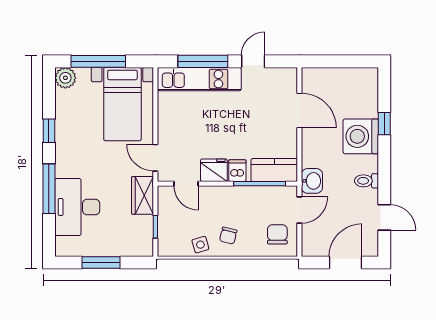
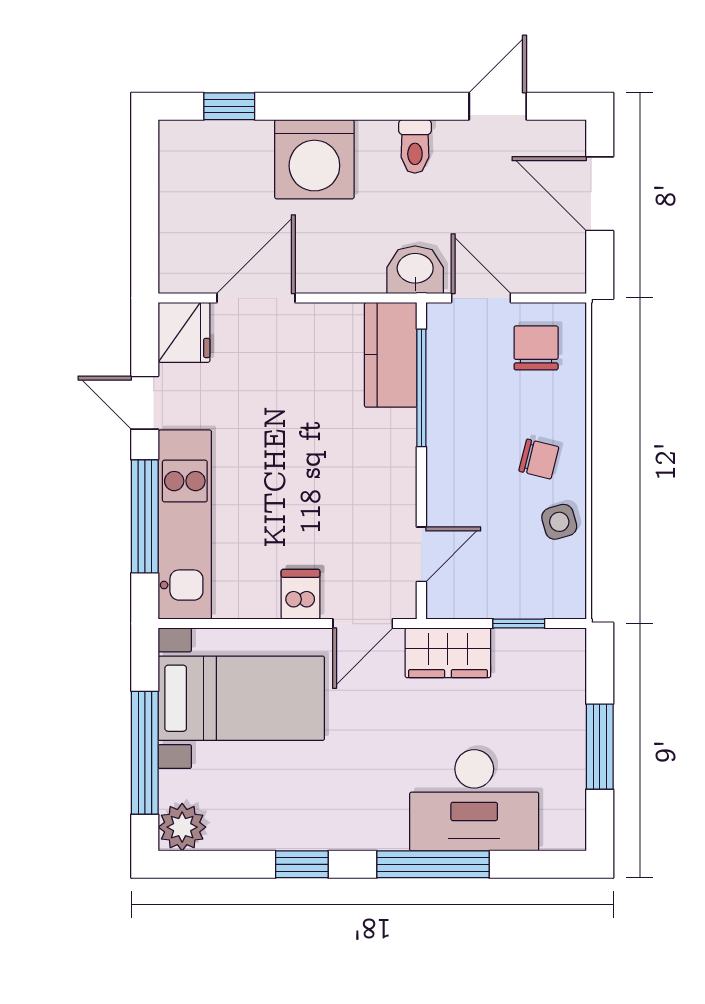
window: (384, 124) -> (229, 106), moved
fridge: (214, 170) -> (184, 332), moved, turned 180
dishwasher: (237, 171) -> (301, 594), moved, turned 90
chair: (277, 234) -> (536, 348), turned 90

